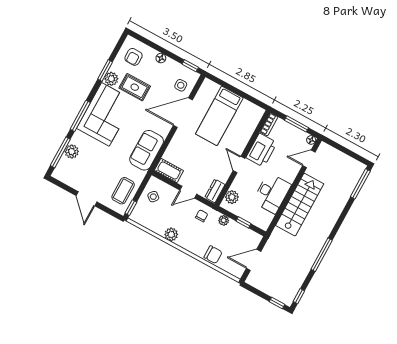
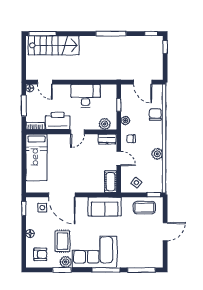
bed: (219, 116) -> (36, 157), moved, turned 90
plant: (72, 152) -> (136, 262), removed
stairs: (300, 205) -> (54, 45), moved, turned 180

